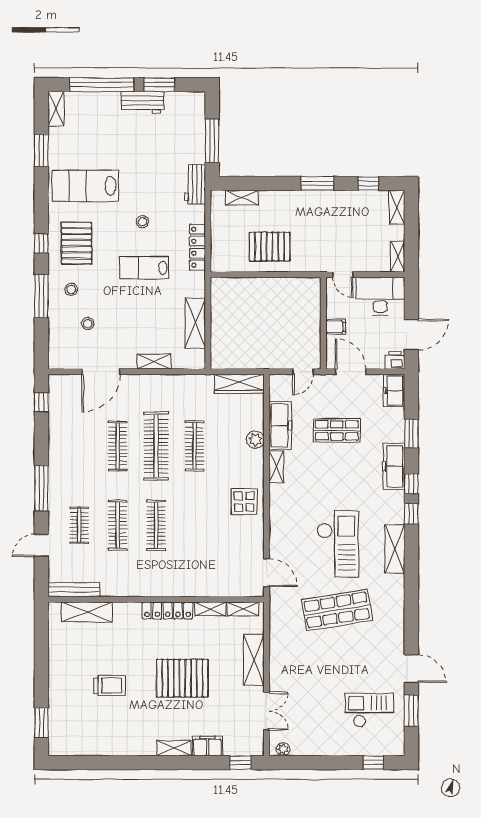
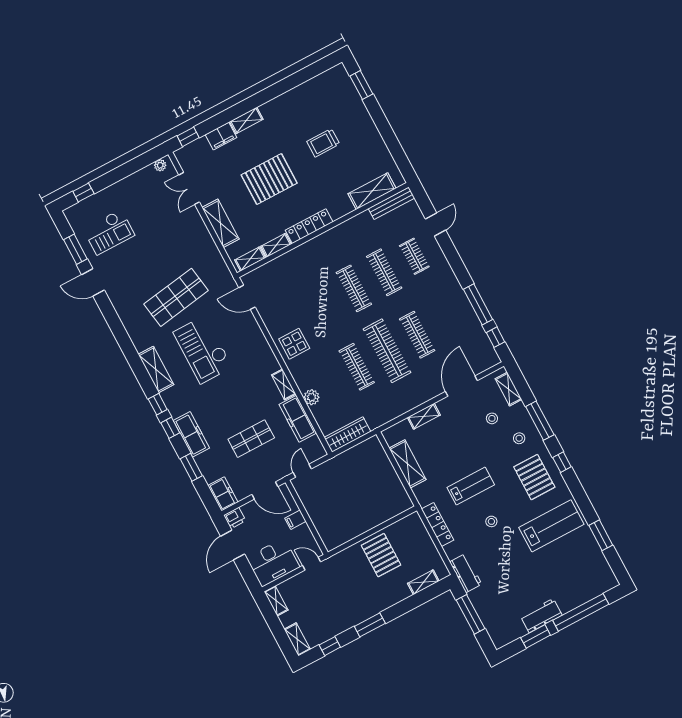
shelving: (56, 109) -> (508, 389), moved
pallet: (270, 247) -> (381, 555), turned 90
window: (41, 488) -> (478, 304), moved

